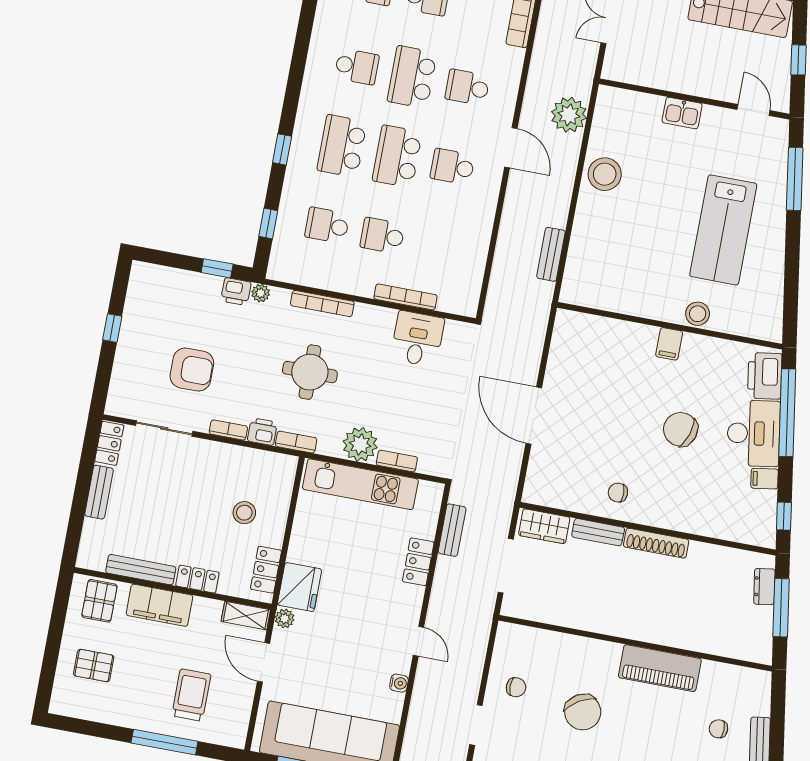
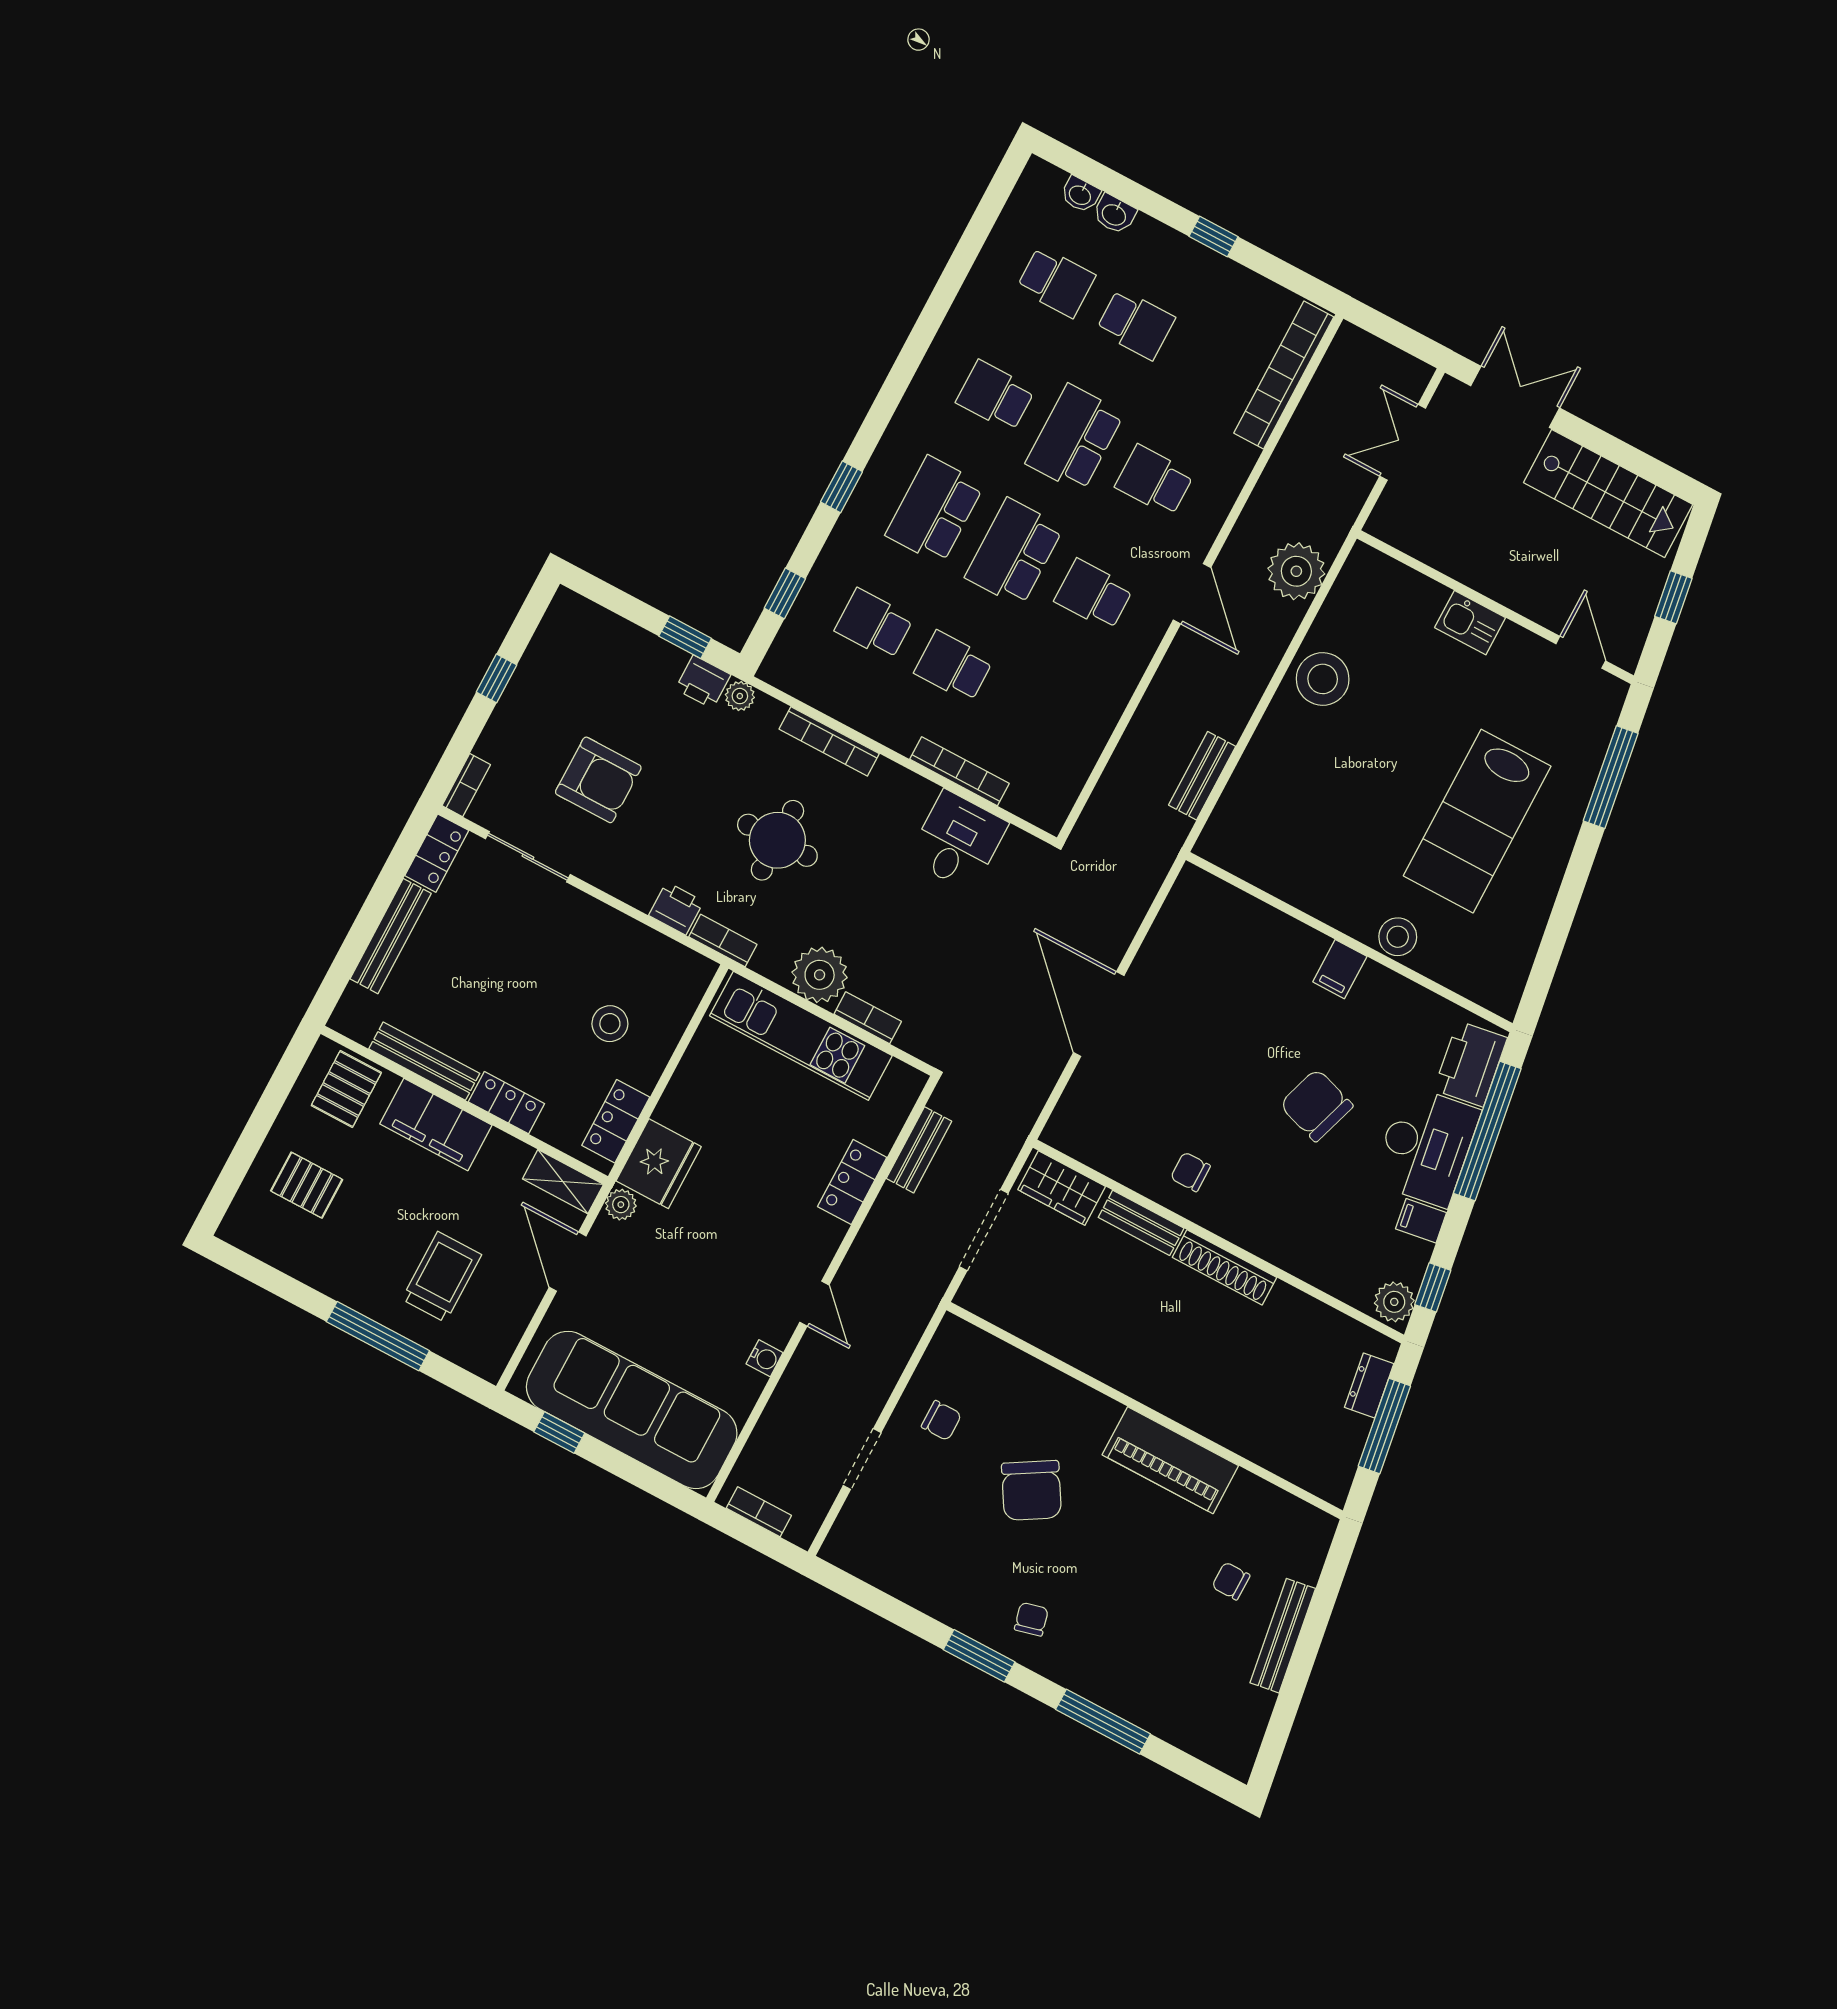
school desk: (357, 67) -> (995, 396), turned 180
bookcase: (228, 430) -> (466, 785), moved, turned 90
bench: (99, 492) -> (391, 936), width x1.36
plant: (764, 532) -> (1394, 1302), added

